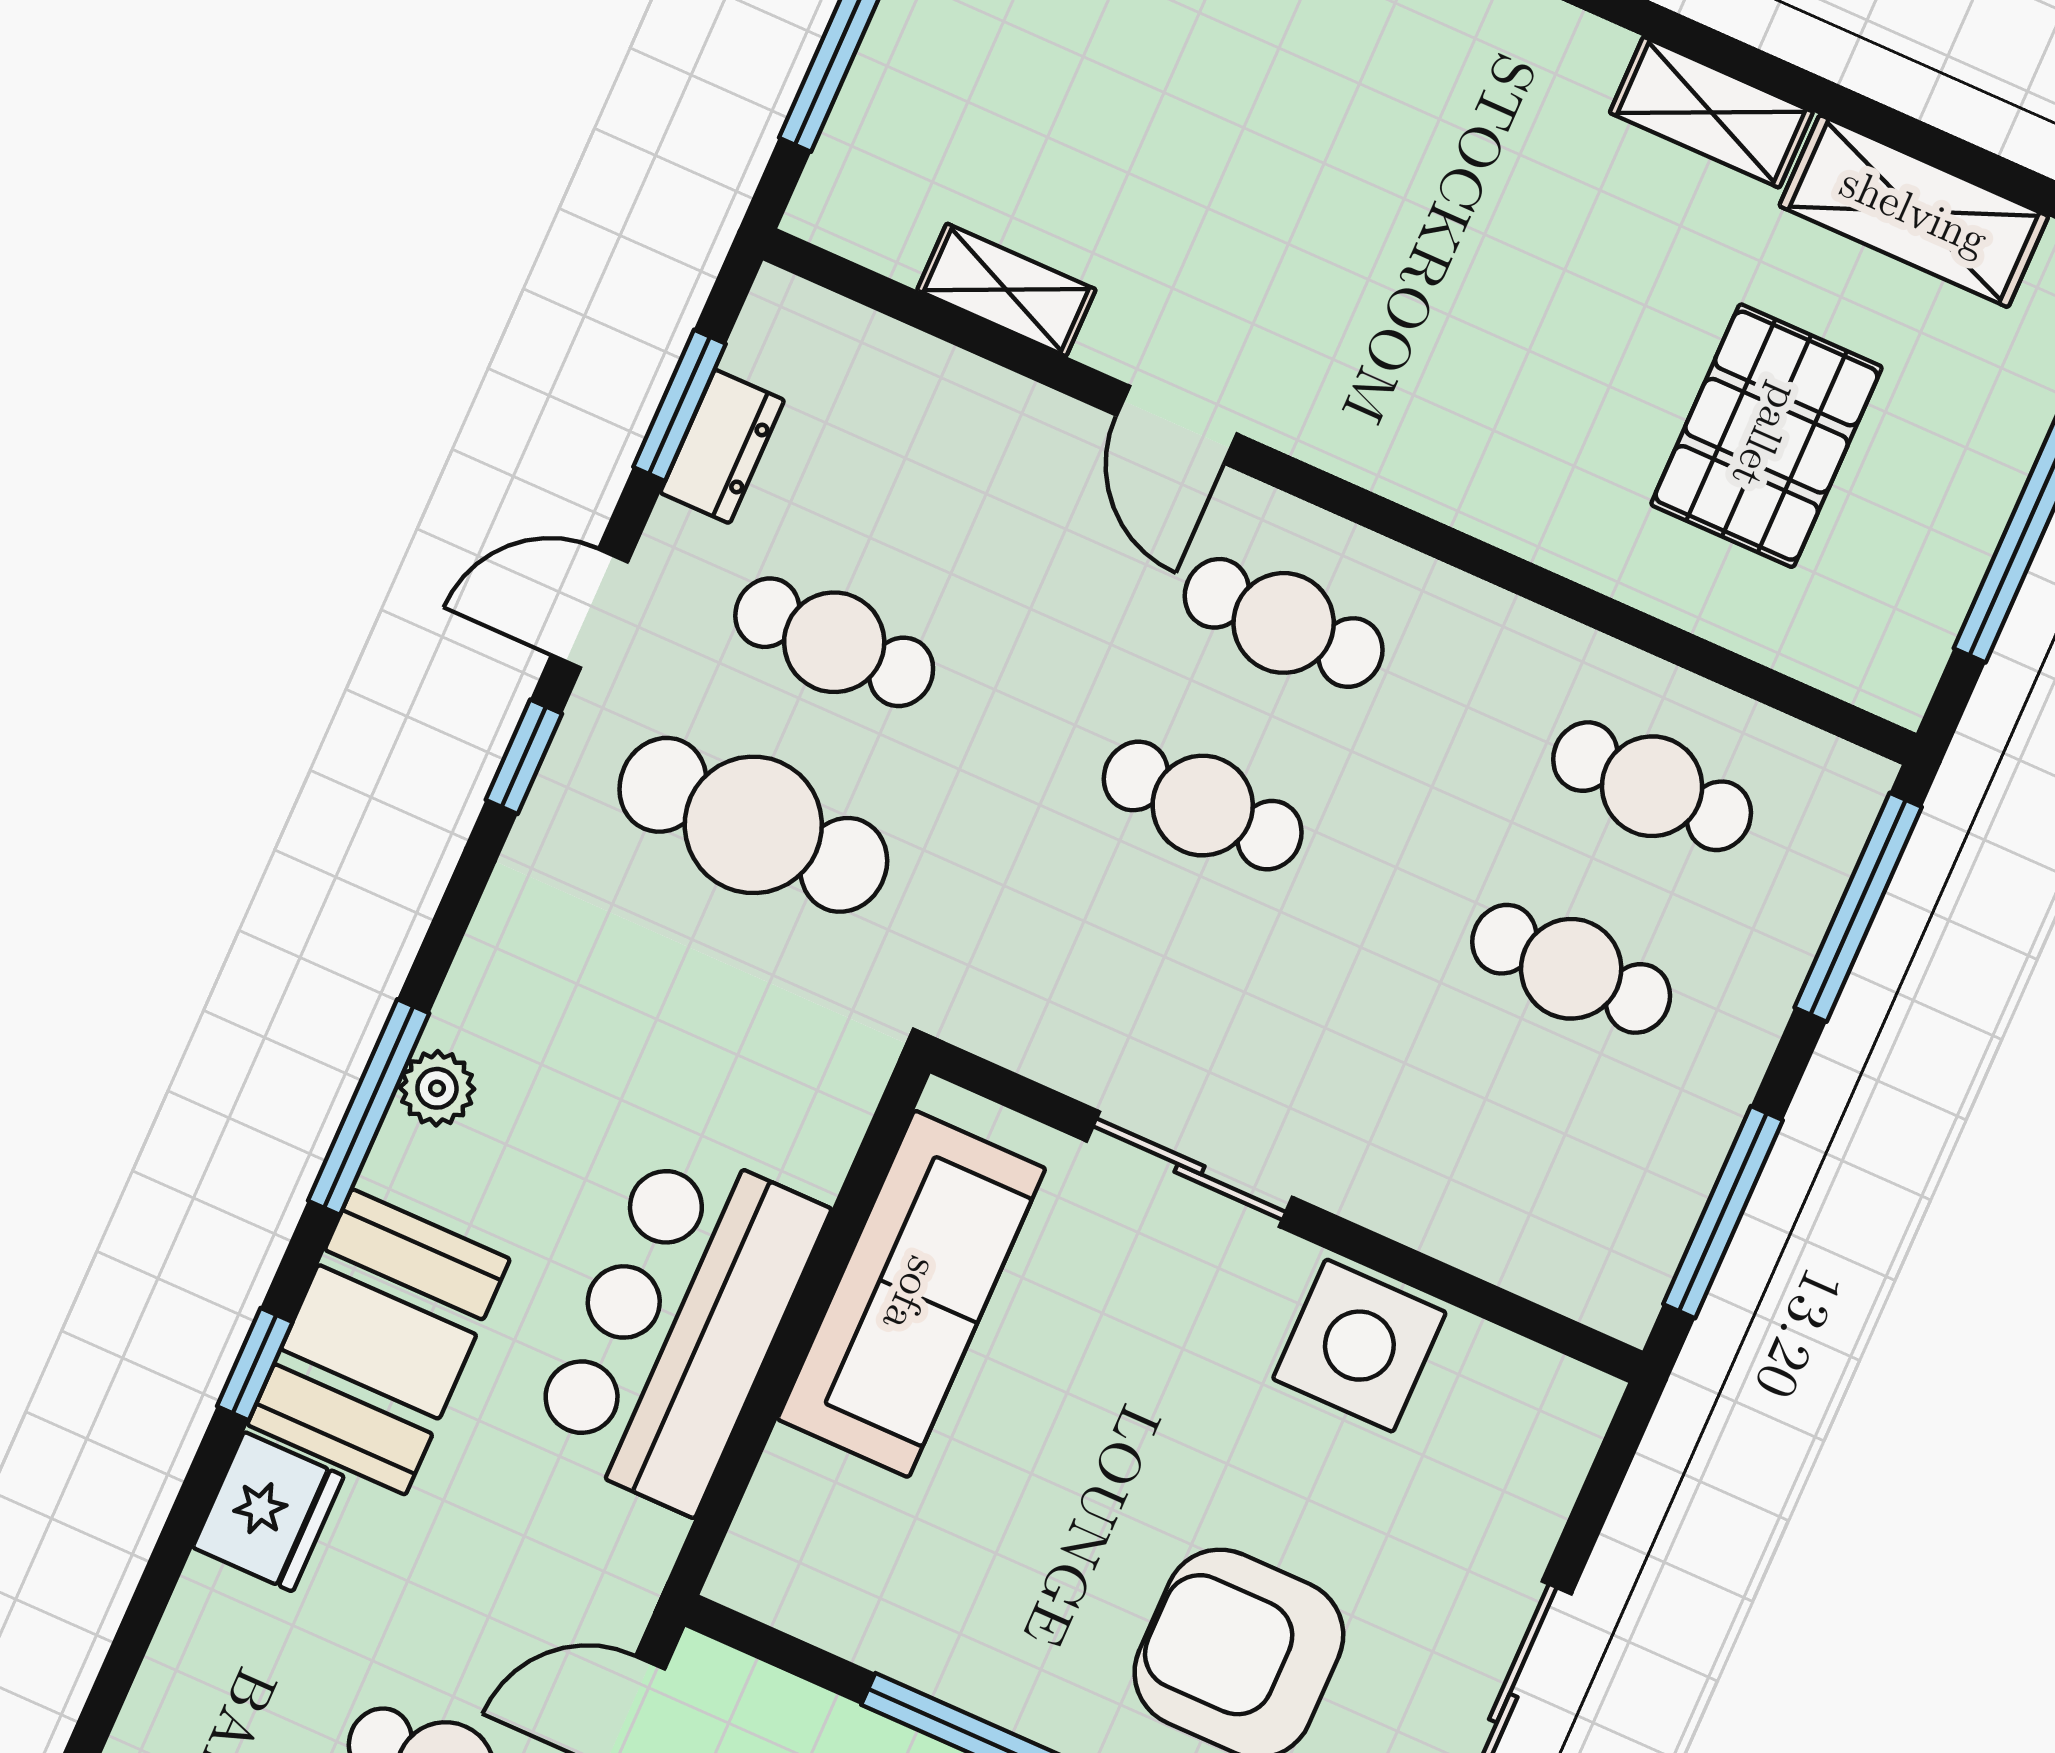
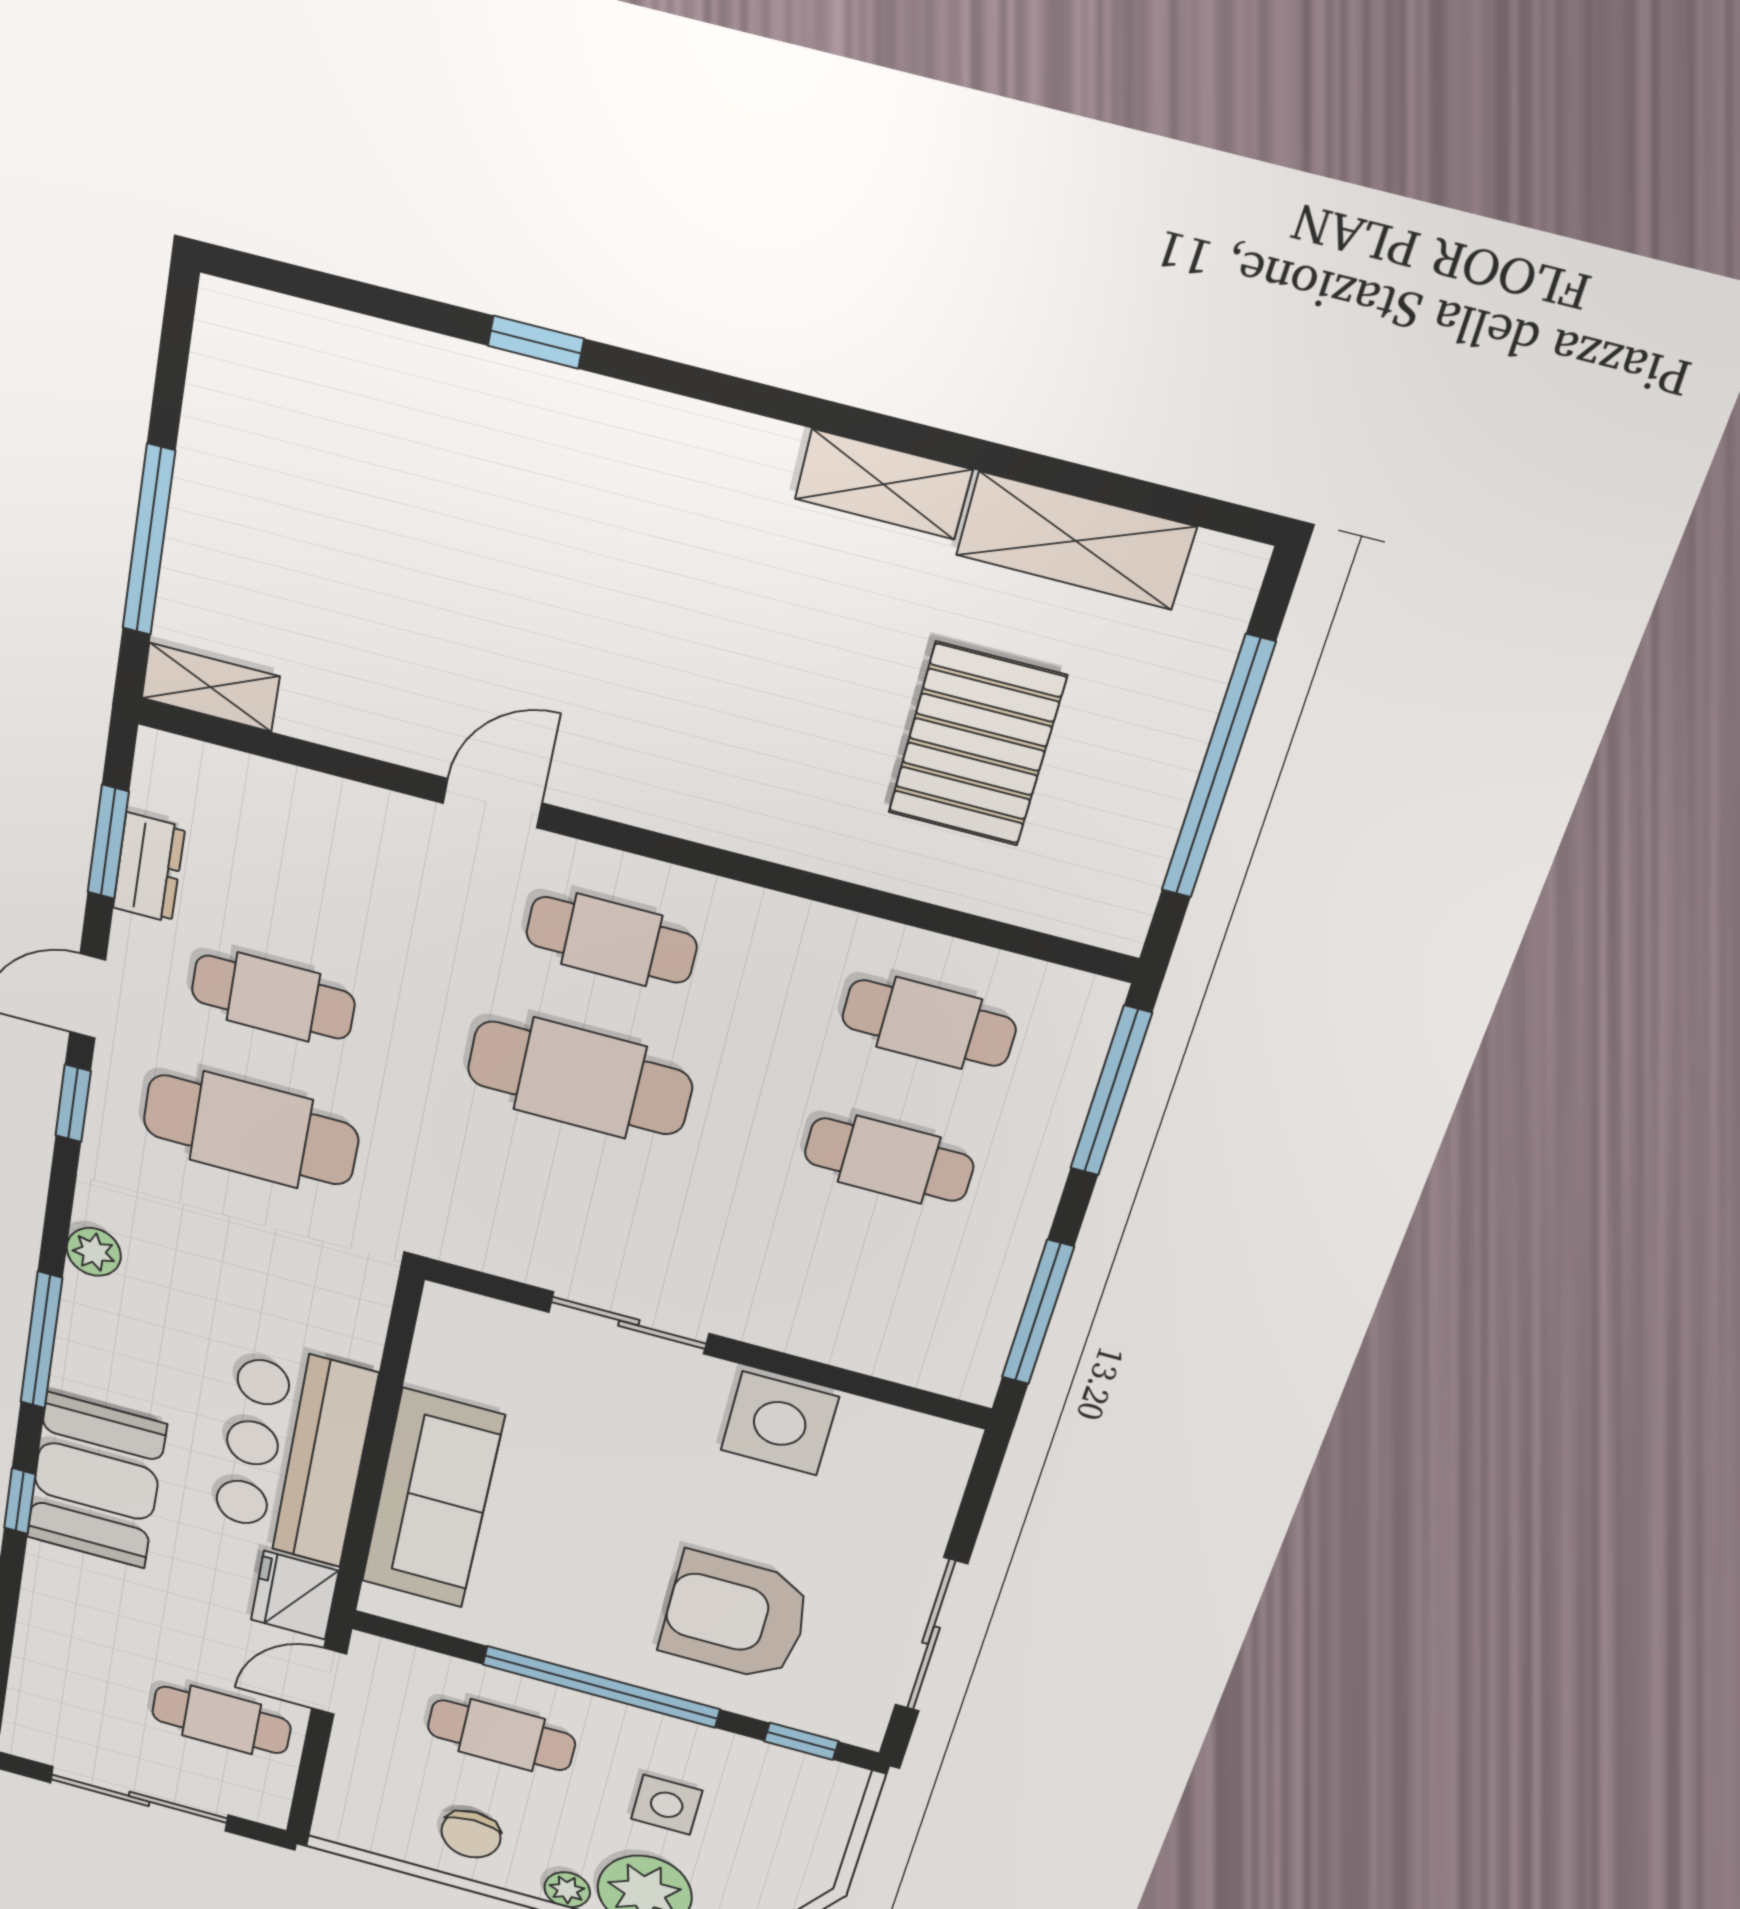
shelving: (1006, 290) -> (211, 687), moved
door: (1177, 425) -> (492, 803), swing flipped
cafe table: (1203, 806) -> (580, 1078), width x1.37, depth x1.35
plant: (437, 1088) -> (94, 1252), moved
sofa: (911, 1294) -> (432, 1499), moved
fridge: (268, 1512) -> (295, 1595), moved, turned 180

